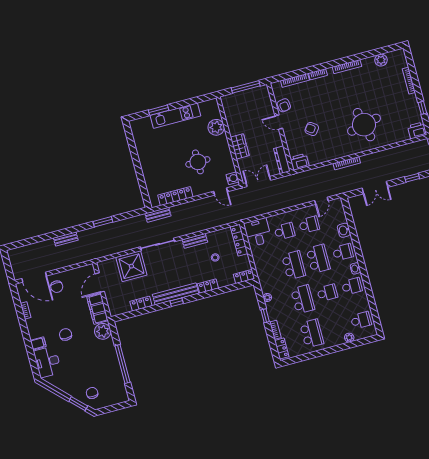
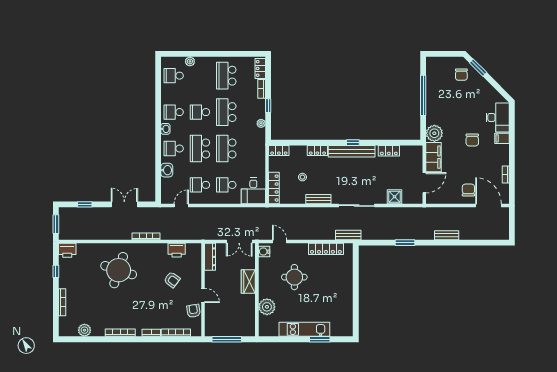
round table: (364, 125) -> (119, 270), turned 31
printer: (300, 162) -> (177, 250), moved
shower: (131, 266) -> (395, 197), width x0.54, depth x0.54

